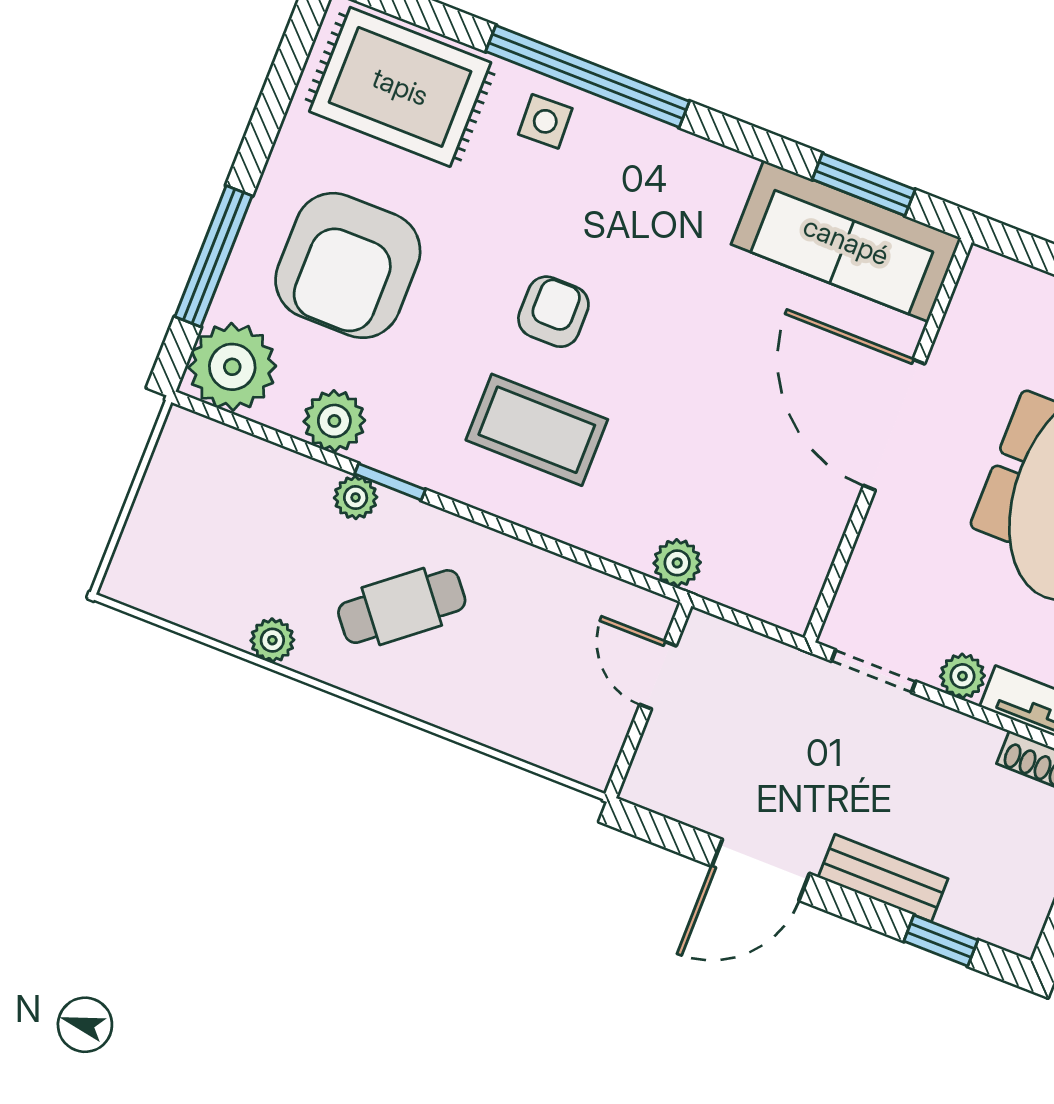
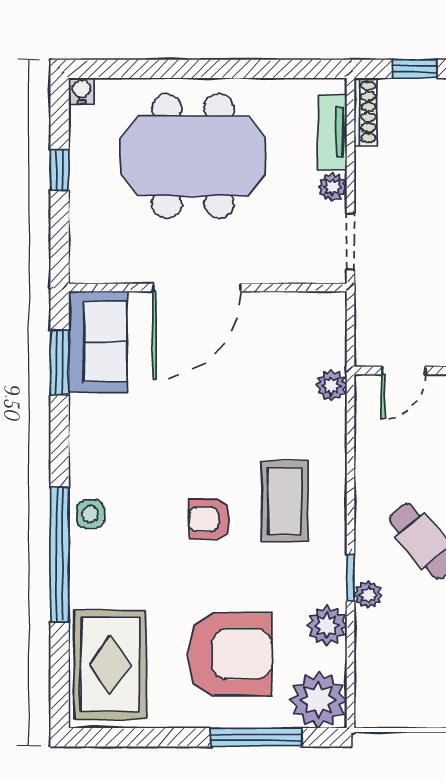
side table: (545, 121) -> (90, 514), moved
sofa: (846, 241) -> (98, 342), width x0.73

